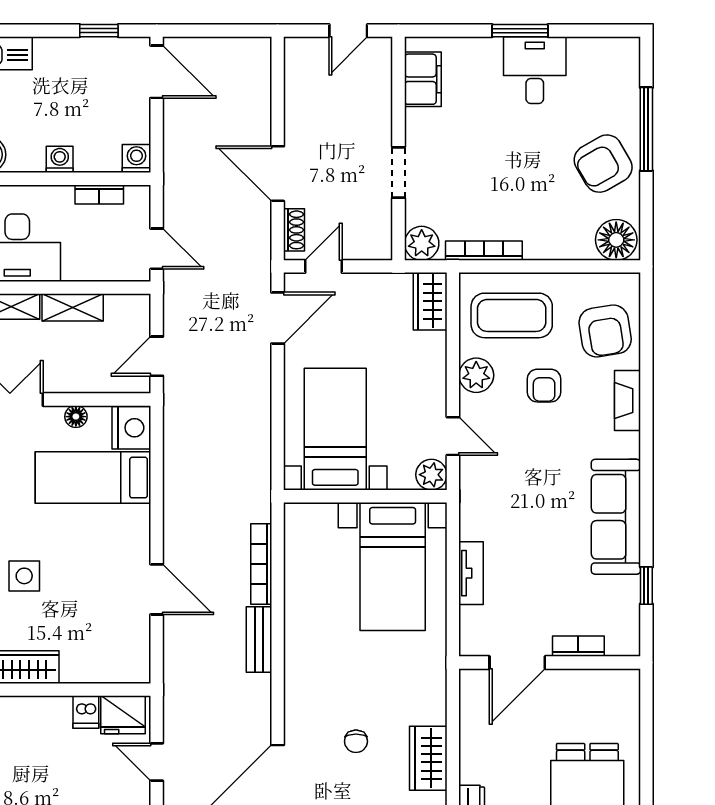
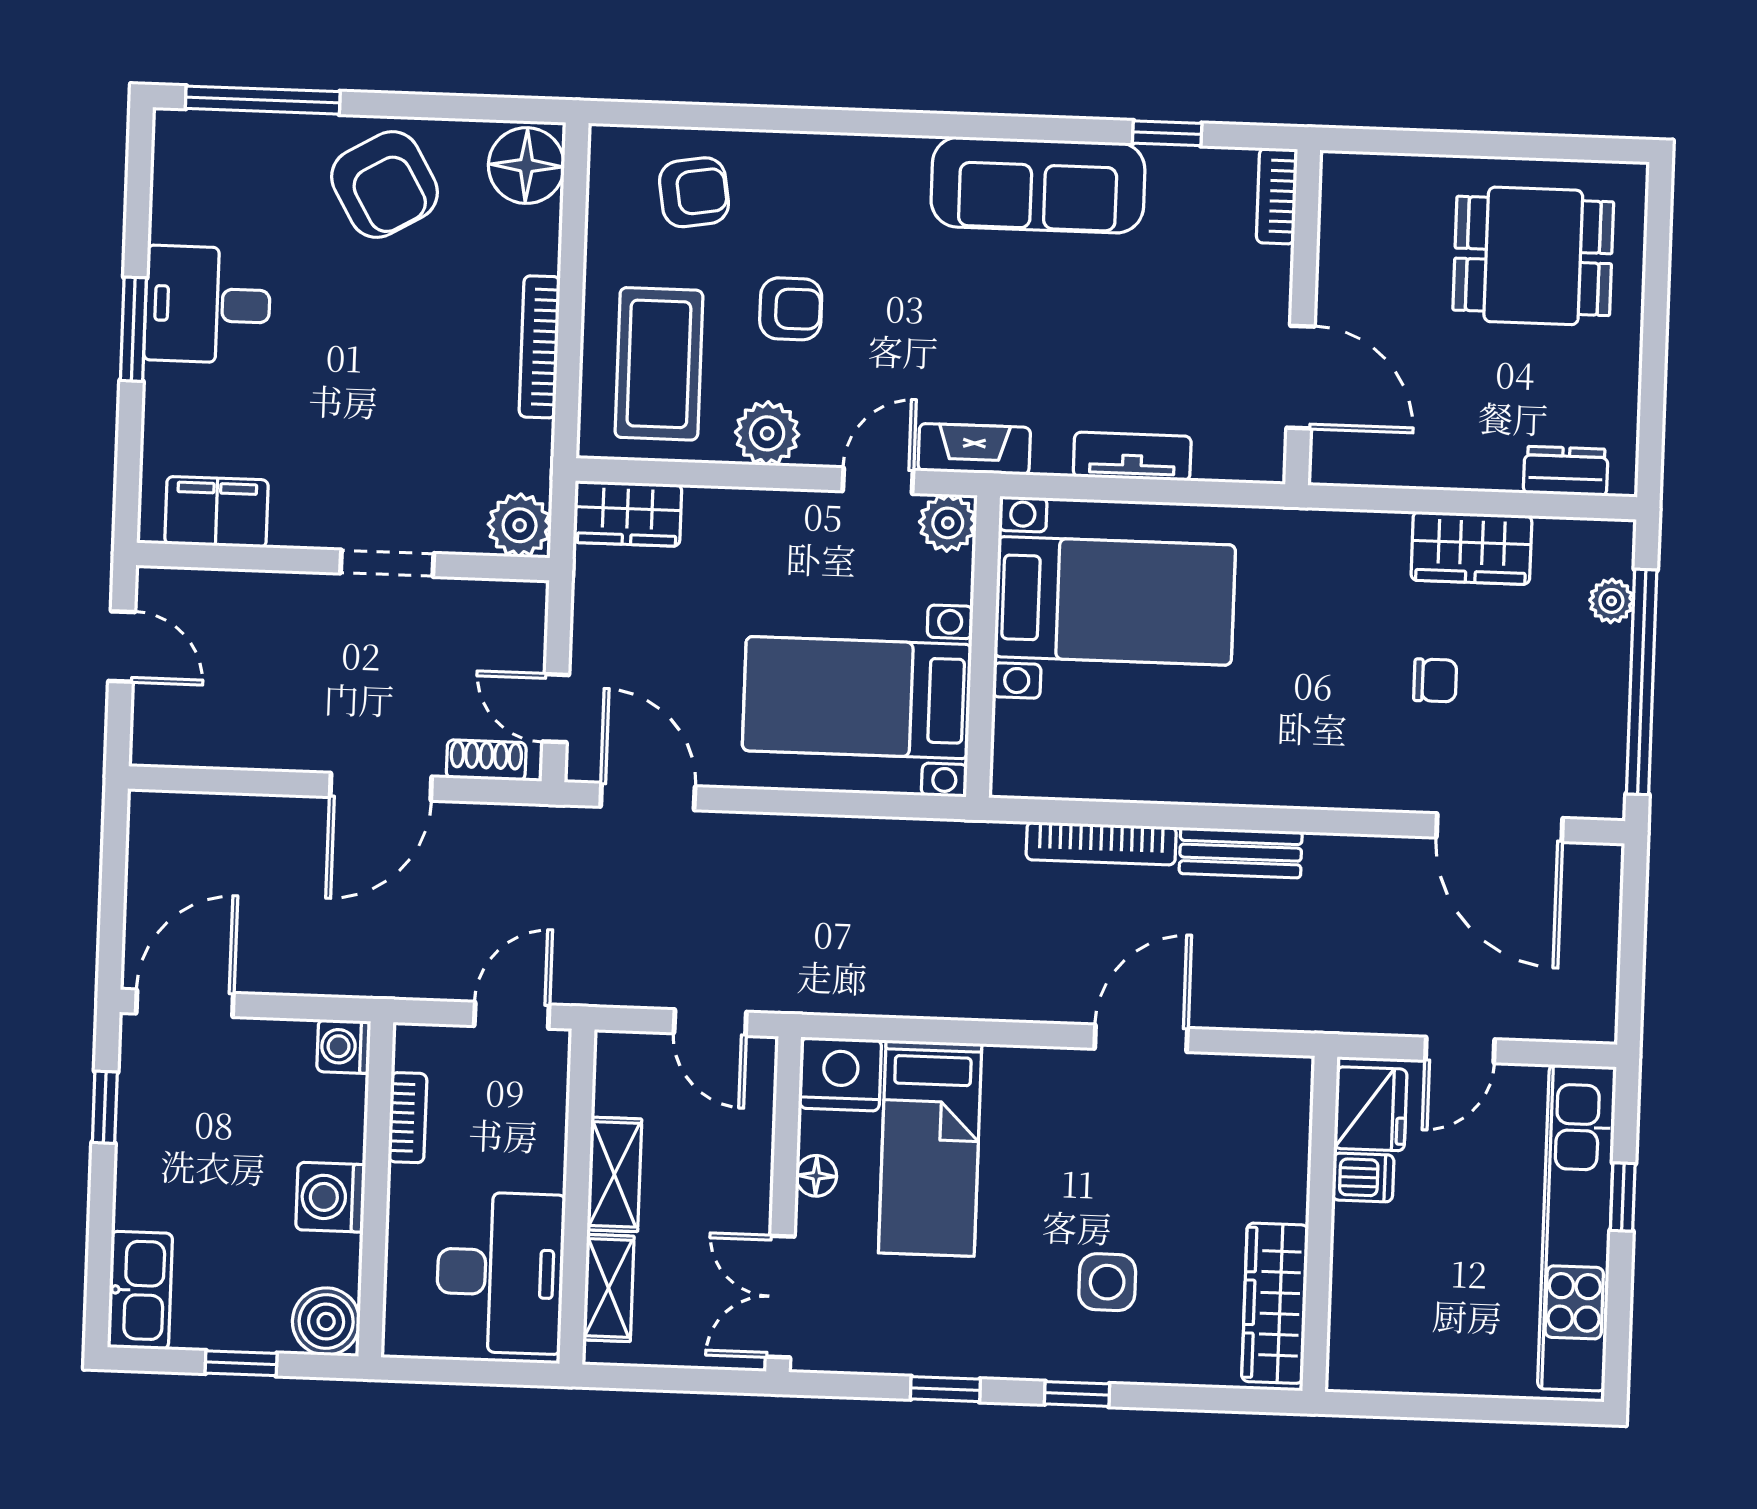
window: (646, 129) -> (263, 100), moved
washing machine: (60, 159) -> (331, 1197), width x1.38, depth x1.38
bookcase: (484, 251) -> (540, 347), moved
armchair: (605, 331) -> (694, 192), width x0.72, depth x0.72
fireplace: (628, 401) -> (974, 449), moved, turned 180
bookcase: (578, 646) -> (1277, 196), moved

